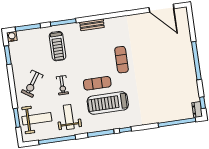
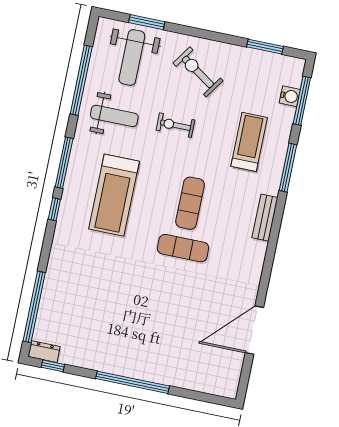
door: (161, 8) -> (254, 330), moved
water cooler: (12, 37) -> (290, 96), moved
treadmill: (58, 46) -> (249, 142), turned 90
exercise mat: (97, 83) -> (190, 203), moved
treadmill: (108, 103) -> (114, 195), turned 180

